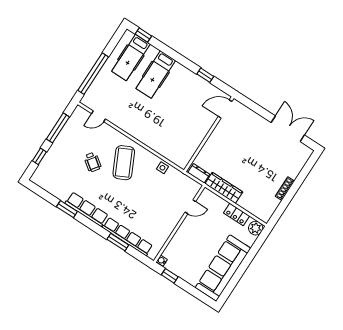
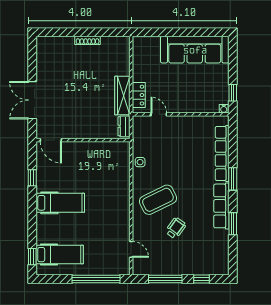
hospital bed: (156, 74) -> (60, 203), moved
double door: (288, 129) -> (32, 100), moved
locker: (237, 214) -> (139, 95), moved
plant: (256, 228) -> (140, 43), removed
window: (118, 242) -> (233, 179), moved

